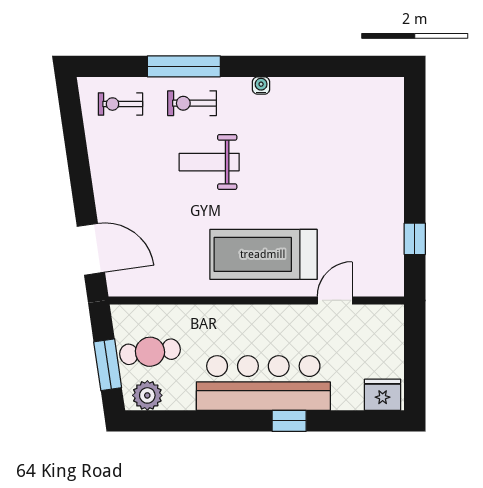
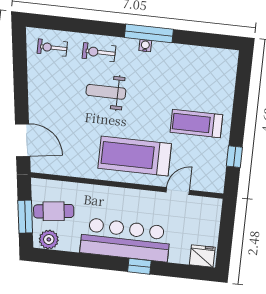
window: (184, 66) -> (149, 33), moved
treadmill: (352, 195) -> (196, 124), added

